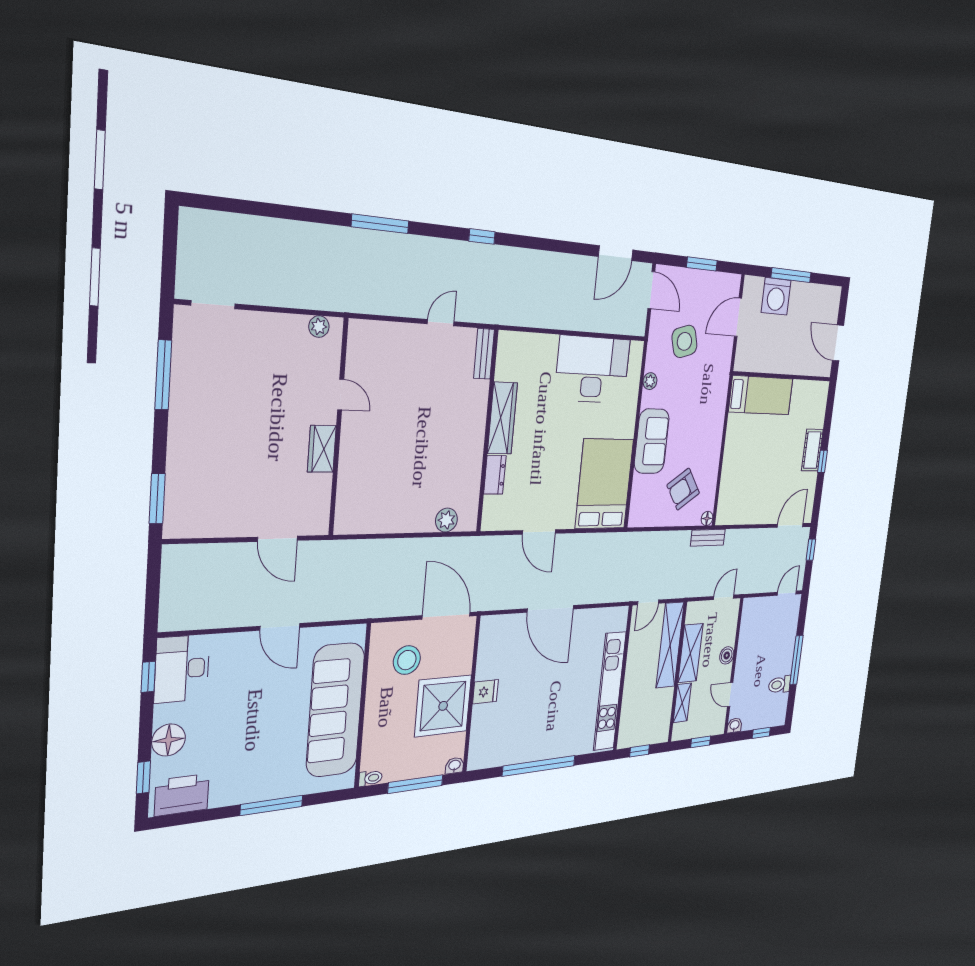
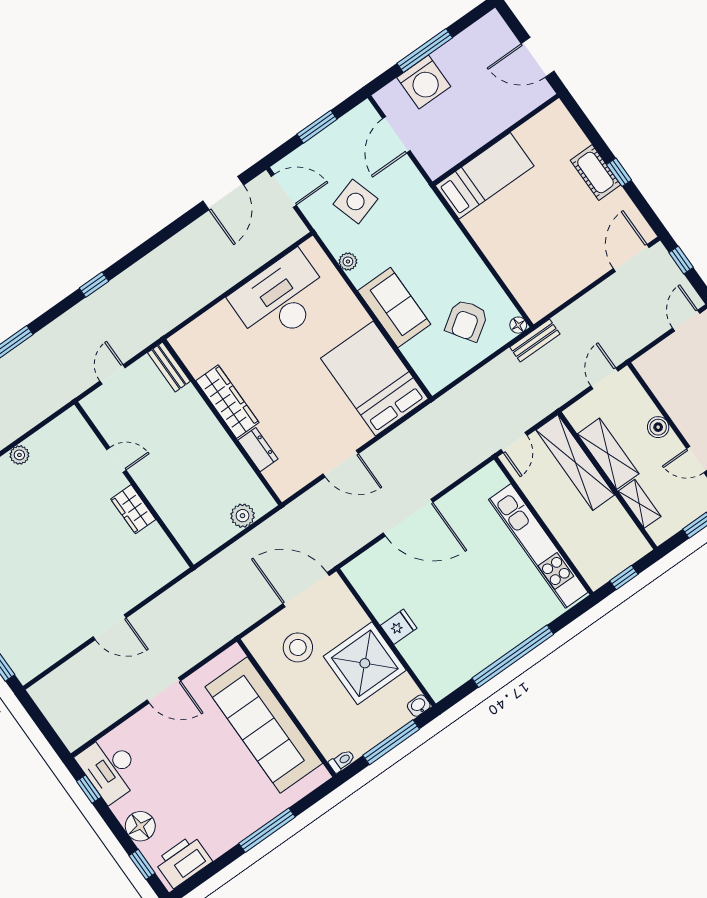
door: (341, 395) -> (116, 460), moved
wall: (338, 428) -> (134, 485), moved
wardrobe: (322, 449) -> (133, 509), moved

